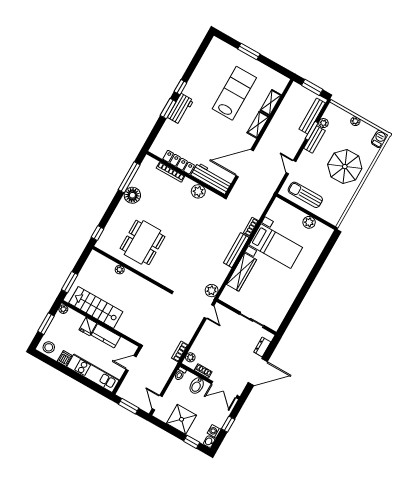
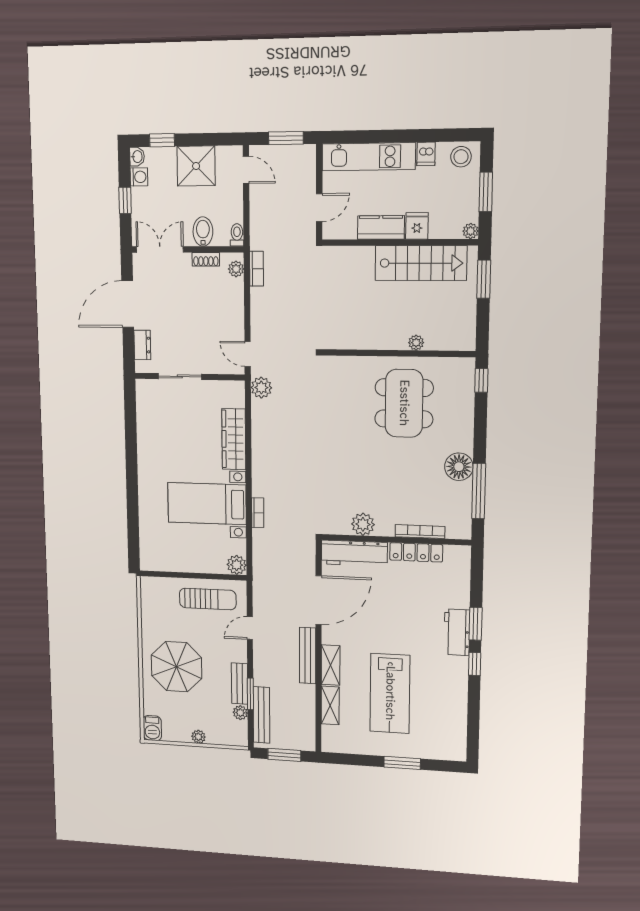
door: (291, 167) -> (250, 628), swing flipped
plant: (309, 222) -> (237, 565), moved
bench: (236, 250) -> (308, 656), moved

